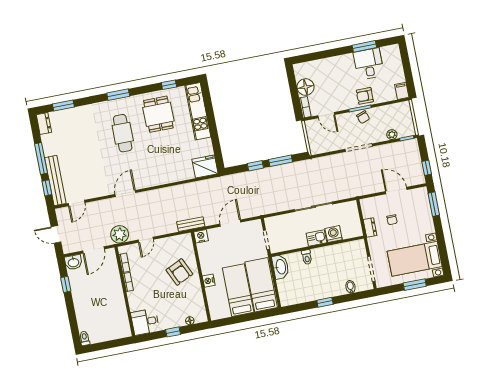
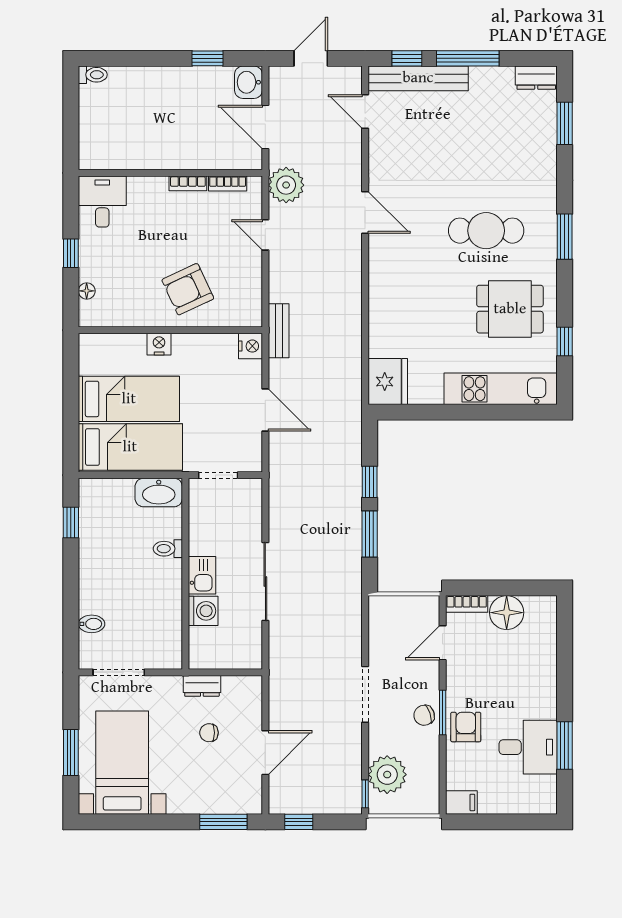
plant: (392, 135) -> (387, 775), width x1.87, depth x1.87
window: (325, 302) -> (71, 522), moved

